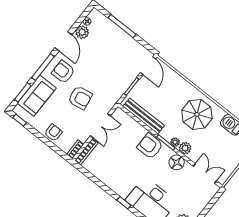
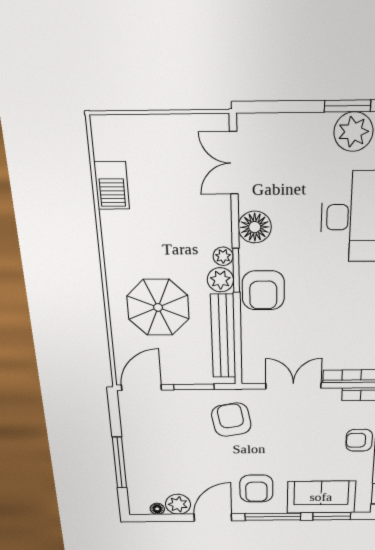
armchair: (80, 98) -> (231, 420), moved
parasol: (197, 114) -> (158, 307), moved
plant: (185, 148) -> (220, 280), moved

